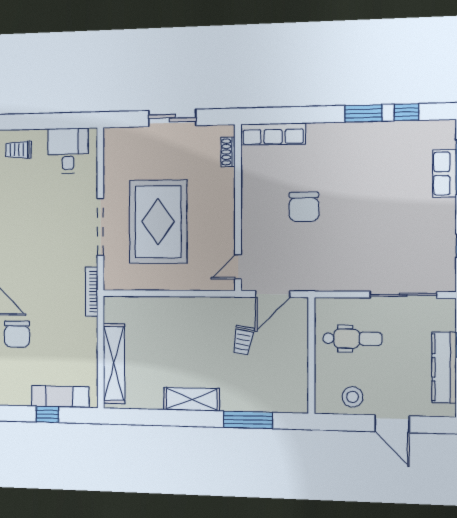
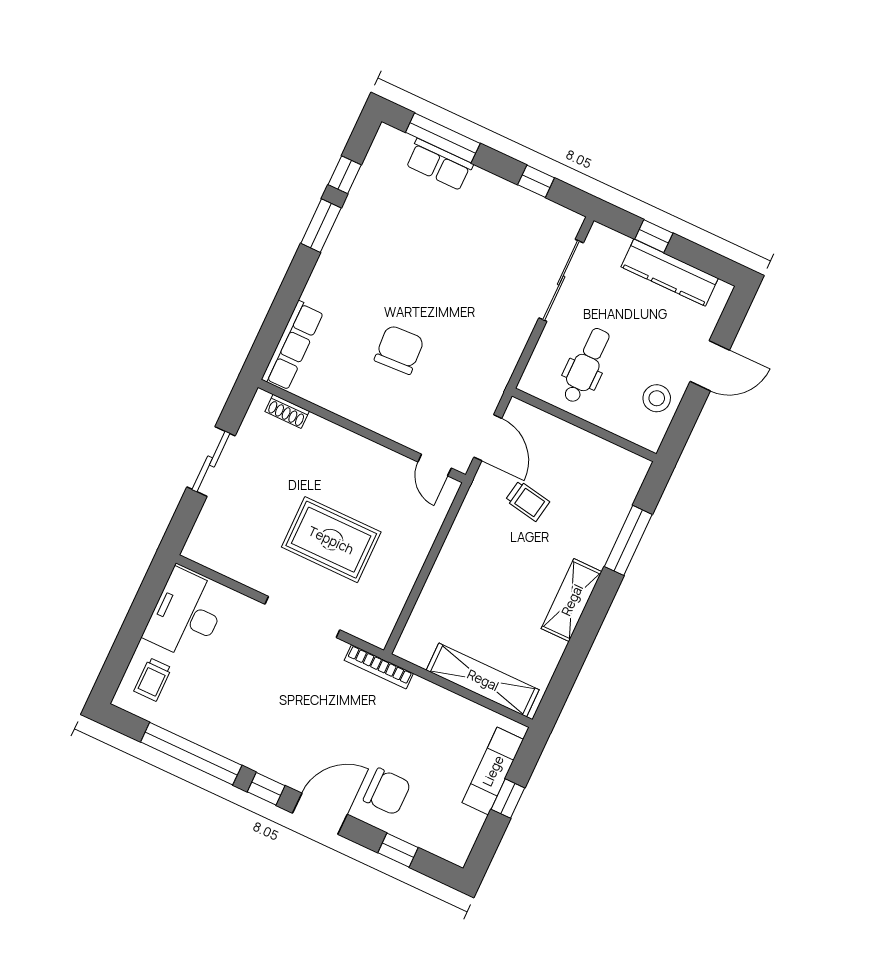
desk: (68, 151) -> (186, 614), width x1.37
chair: (304, 207) -> (399, 350), turned -93
rug: (158, 222) -> (331, 540), width x0.73, depth x0.69

